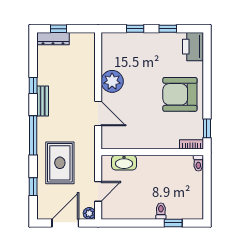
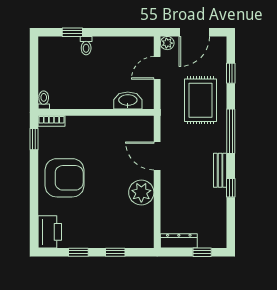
dresser: (53, 39) -> (179, 241), moved

